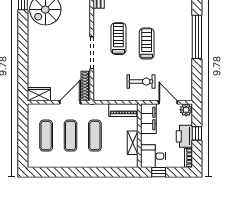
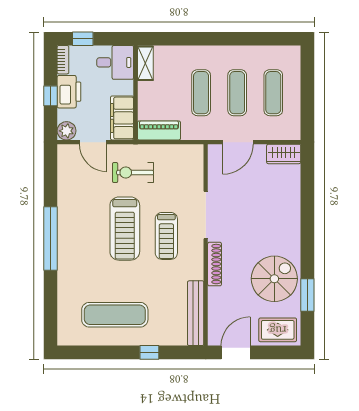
treadmill: (147, 44) -> (125, 229), width x1.37, depth x1.38
shoe rack: (86, 86) -> (215, 264), moved
shelving: (133, 143) -> (145, 63), moved
window: (159, 172) -> (83, 39), moved

